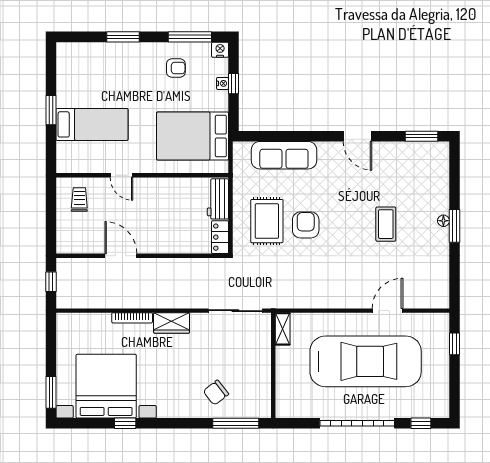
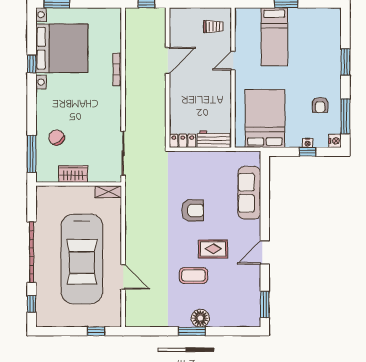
rug: (267, 221) -> (213, 249), moved, width x0.73, depth x0.70
floor lamp: (443, 221) -> (200, 318), width x1.89, depth x1.89
wardrobe: (172, 323) -> (73, 174), moved, turned 90

